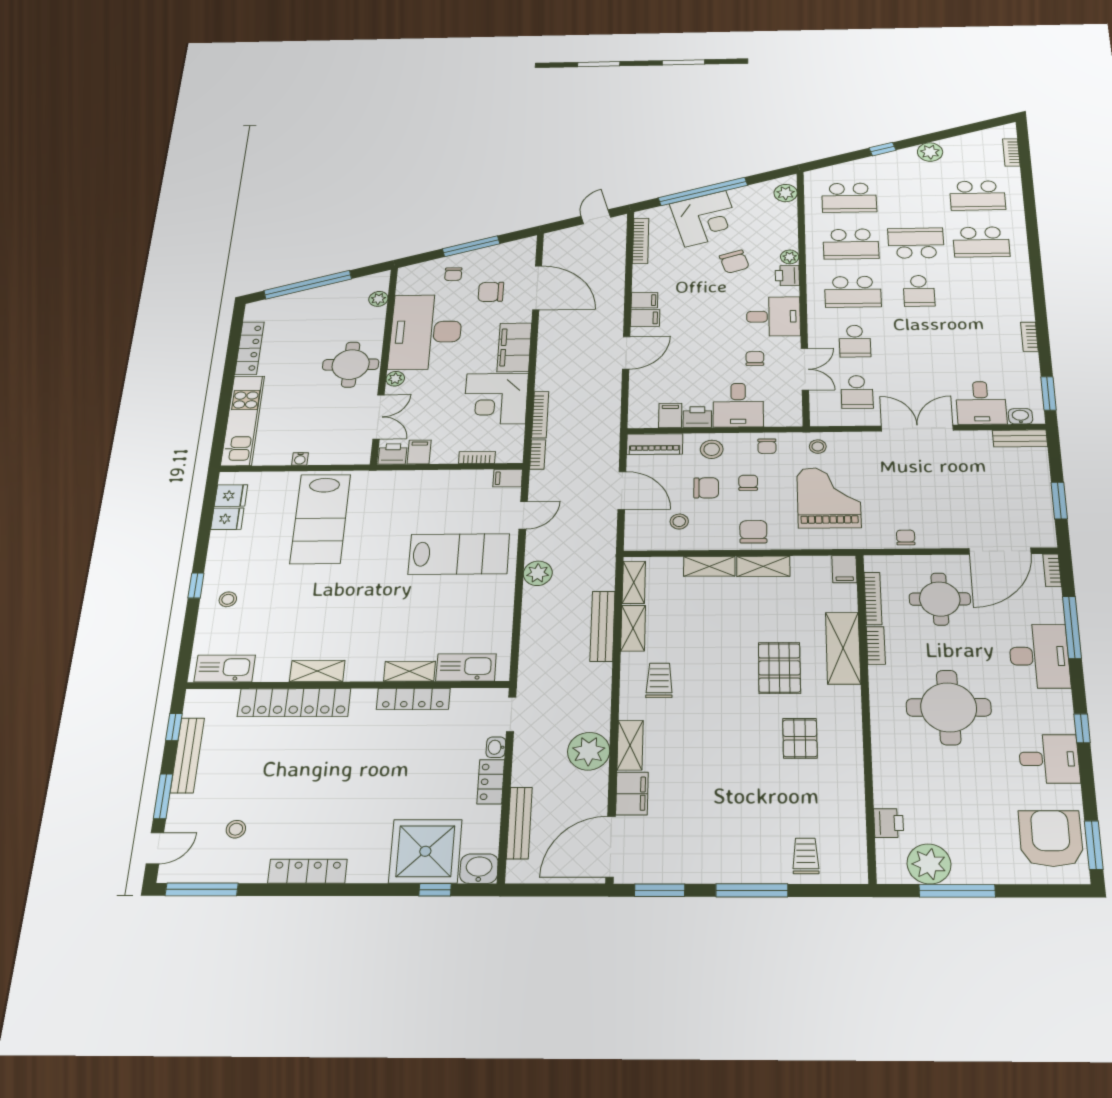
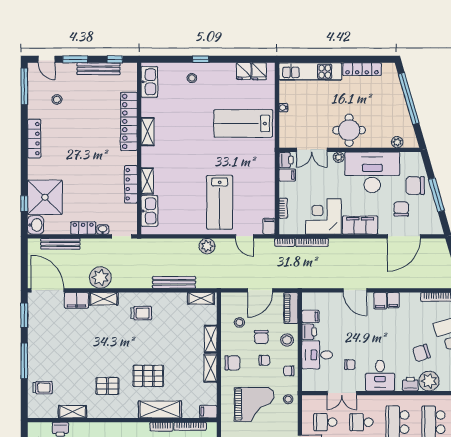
plant: (790, 257) -> (429, 381), width x1.88, depth x1.88
chair: (453, 274) -> (415, 186), width x1.87, depth x1.87
shelving: (633, 628) -> (73, 412), moved

